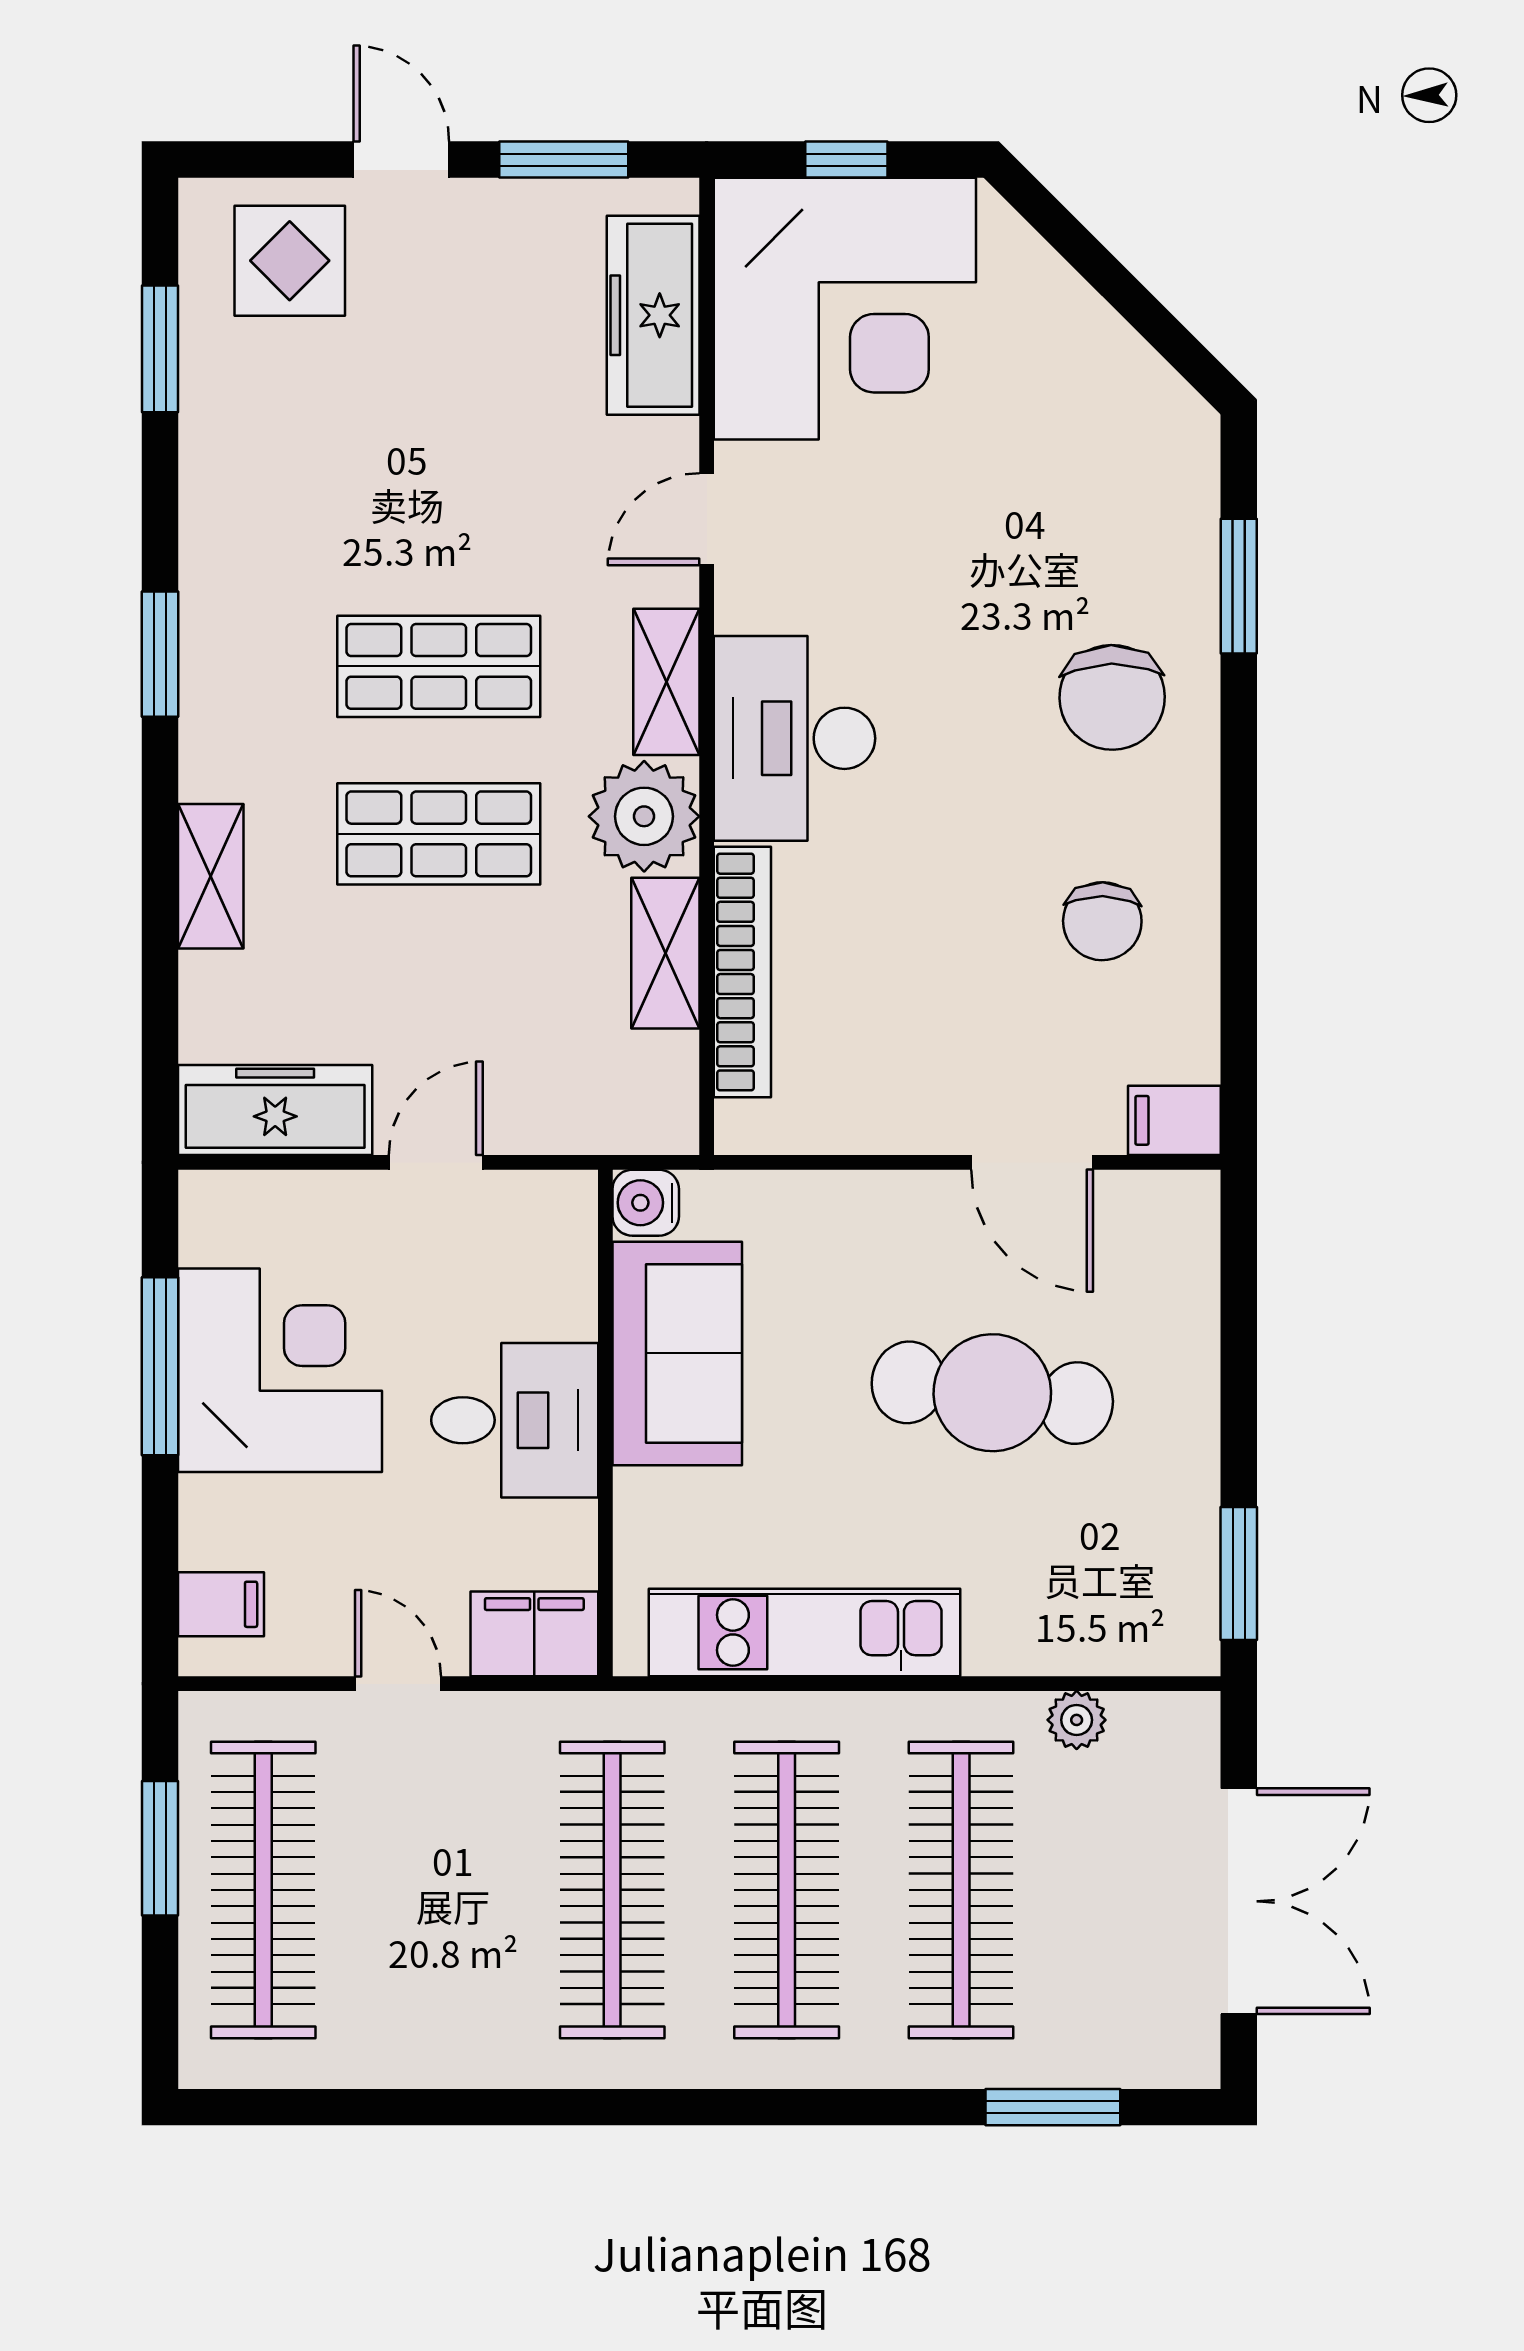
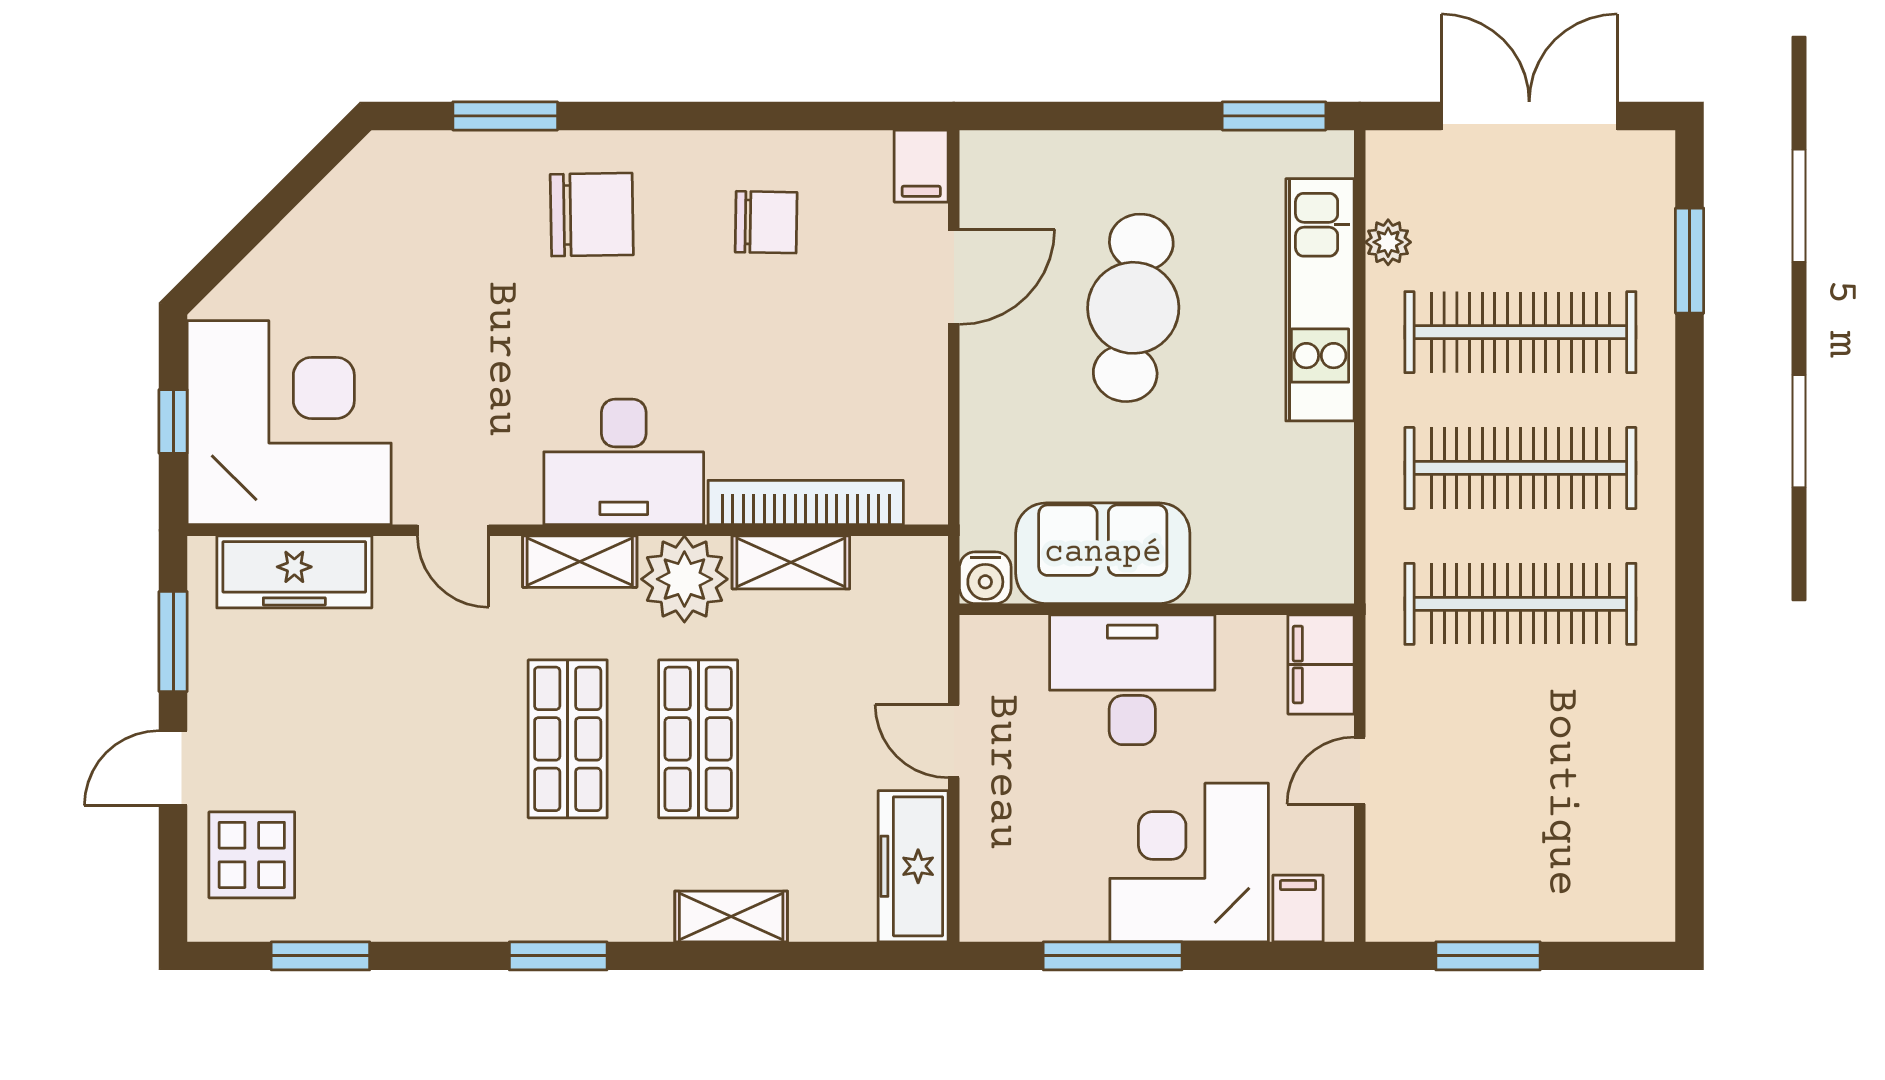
corner desk: (280, 1370) -> (1189, 862), moved
desk: (515, 1420) -> (1132, 680), width x1.37
kitchen unit: (805, 1633) -> (1320, 300), moved
clothes rail: (263, 1890) -> (1520, 876), removed

